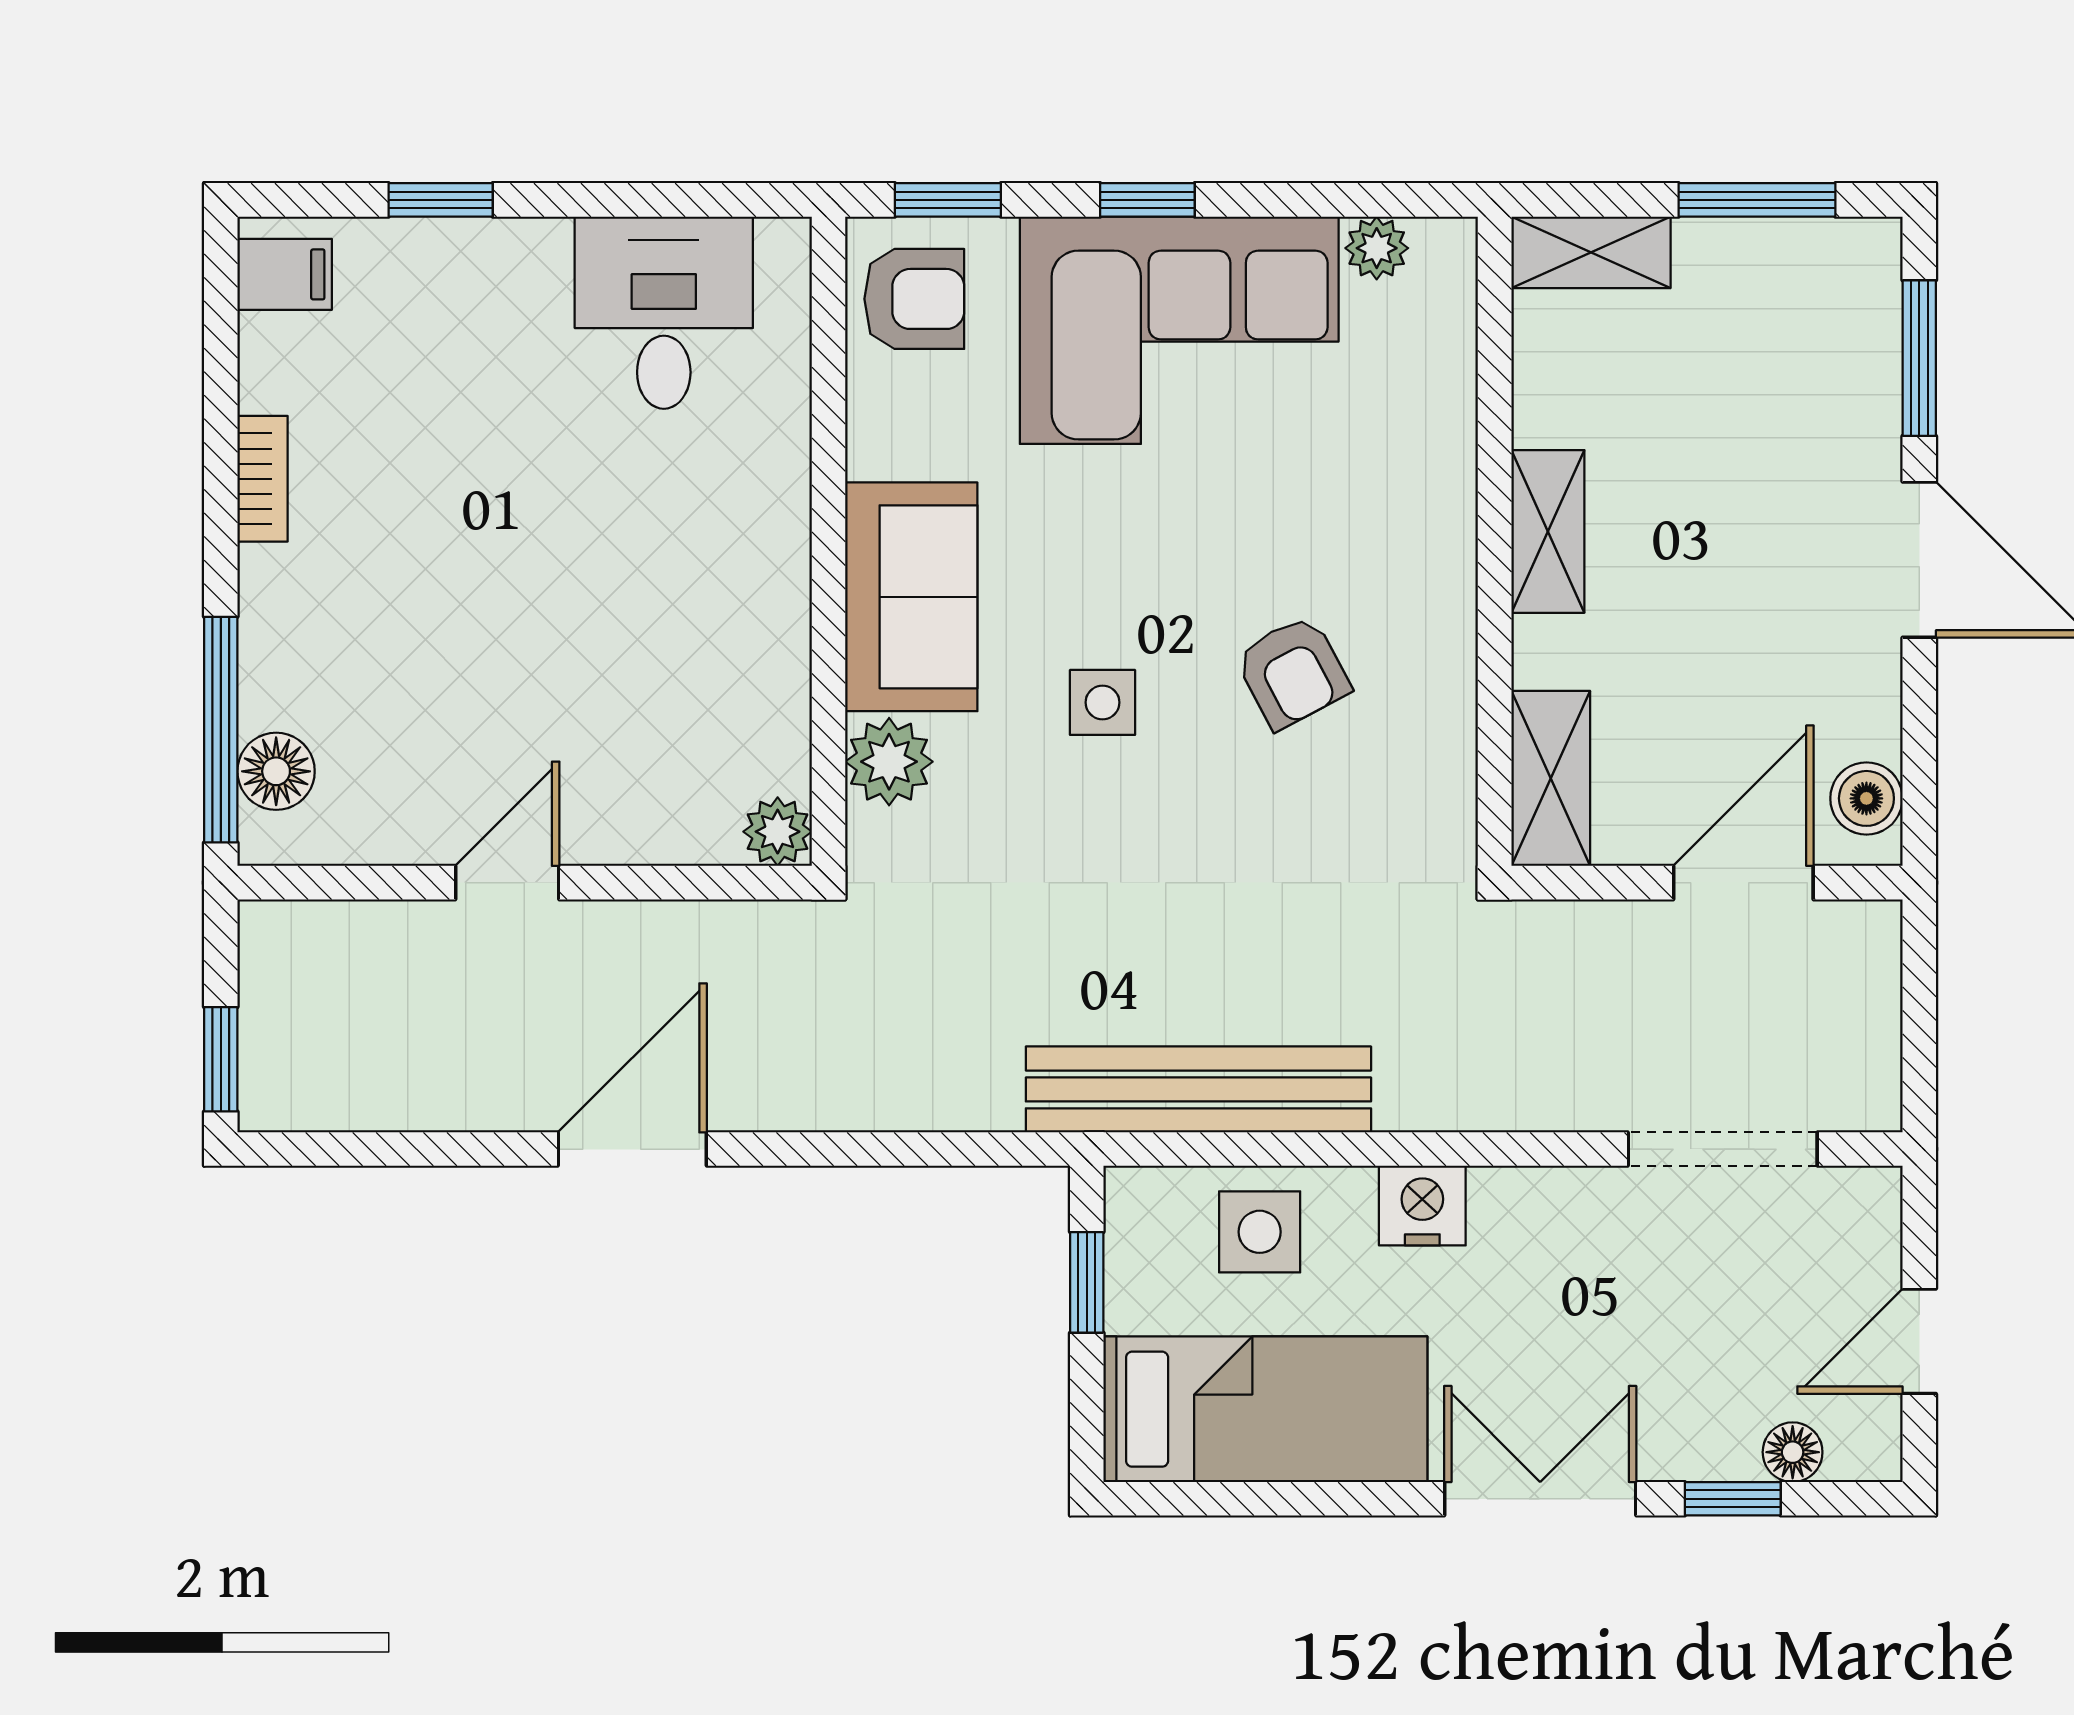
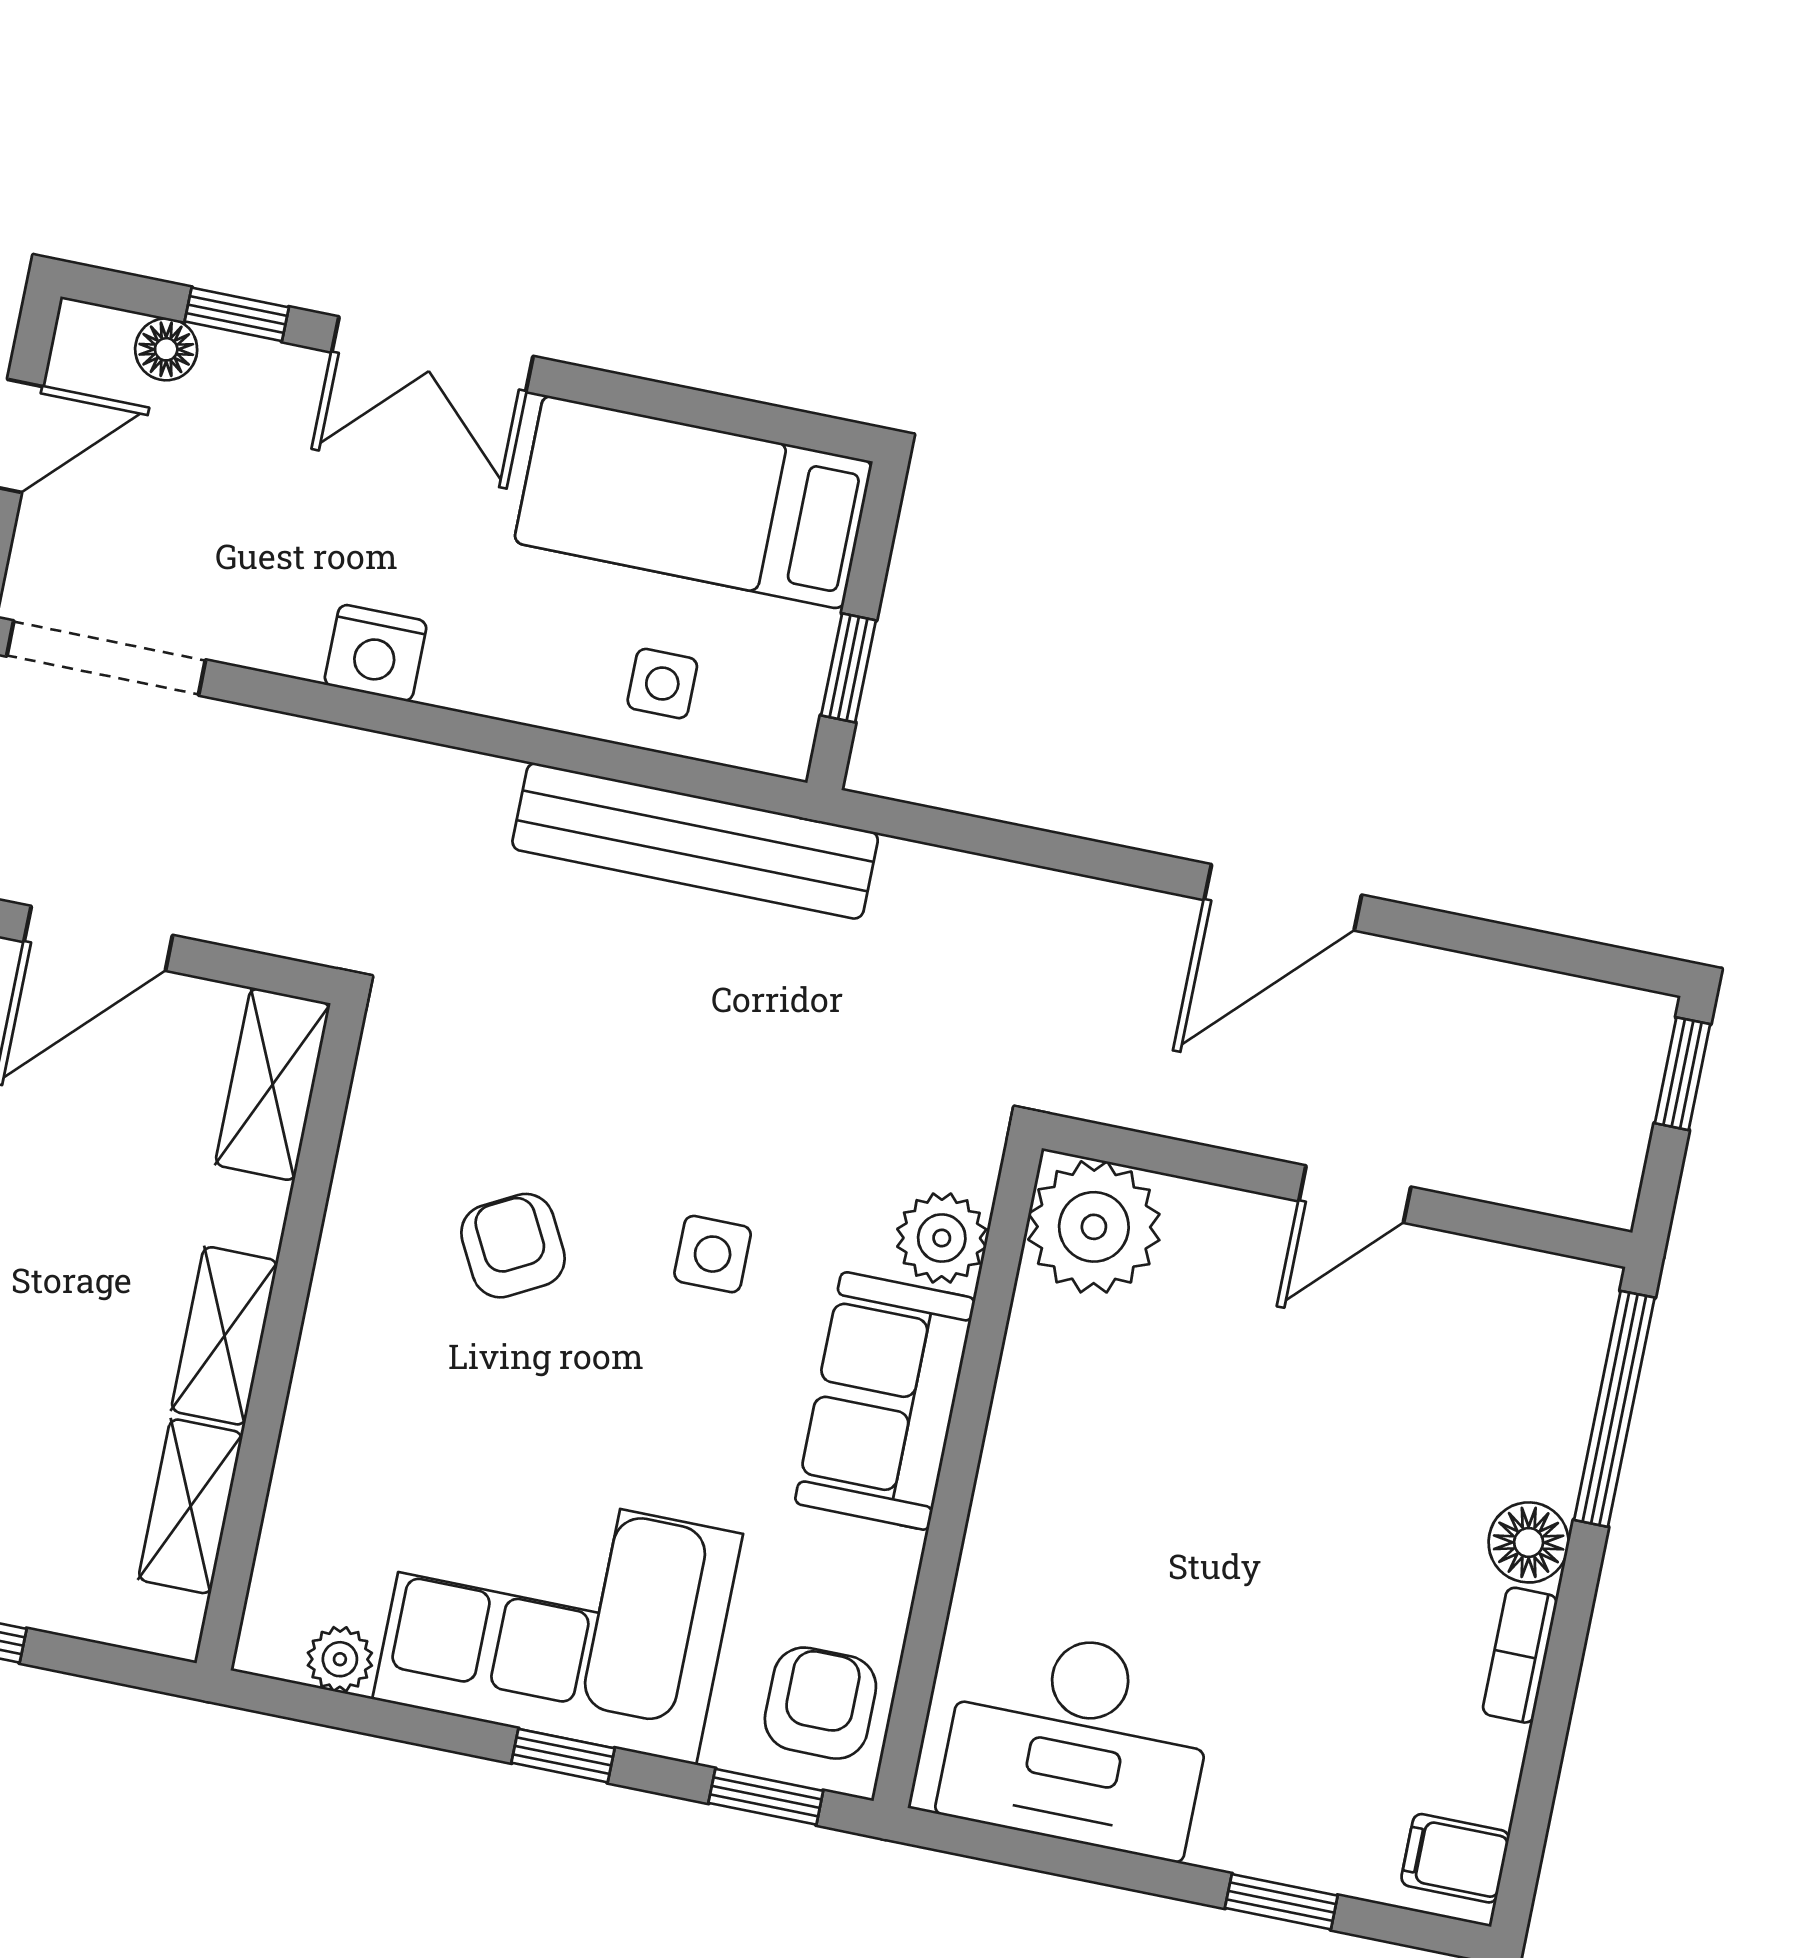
shelving: (1591, 252) -> (191, 1506), moved, turned 90
armchair: (914, 299) -> (820, 1703), turned 90
desk: (664, 313) -> (1078, 1741), width x1.37
floor lamp: (276, 771) -> (1529, 1542), moved
plant: (778, 832) -> (1094, 1227), width x1.87, depth x1.87
doorway: (1723, 1149) -> (106, 658), moved
nightstand: (1422, 1206) -> (376, 653), moved
side table: (1260, 1232) -> (662, 684), width x0.73, depth x0.73

